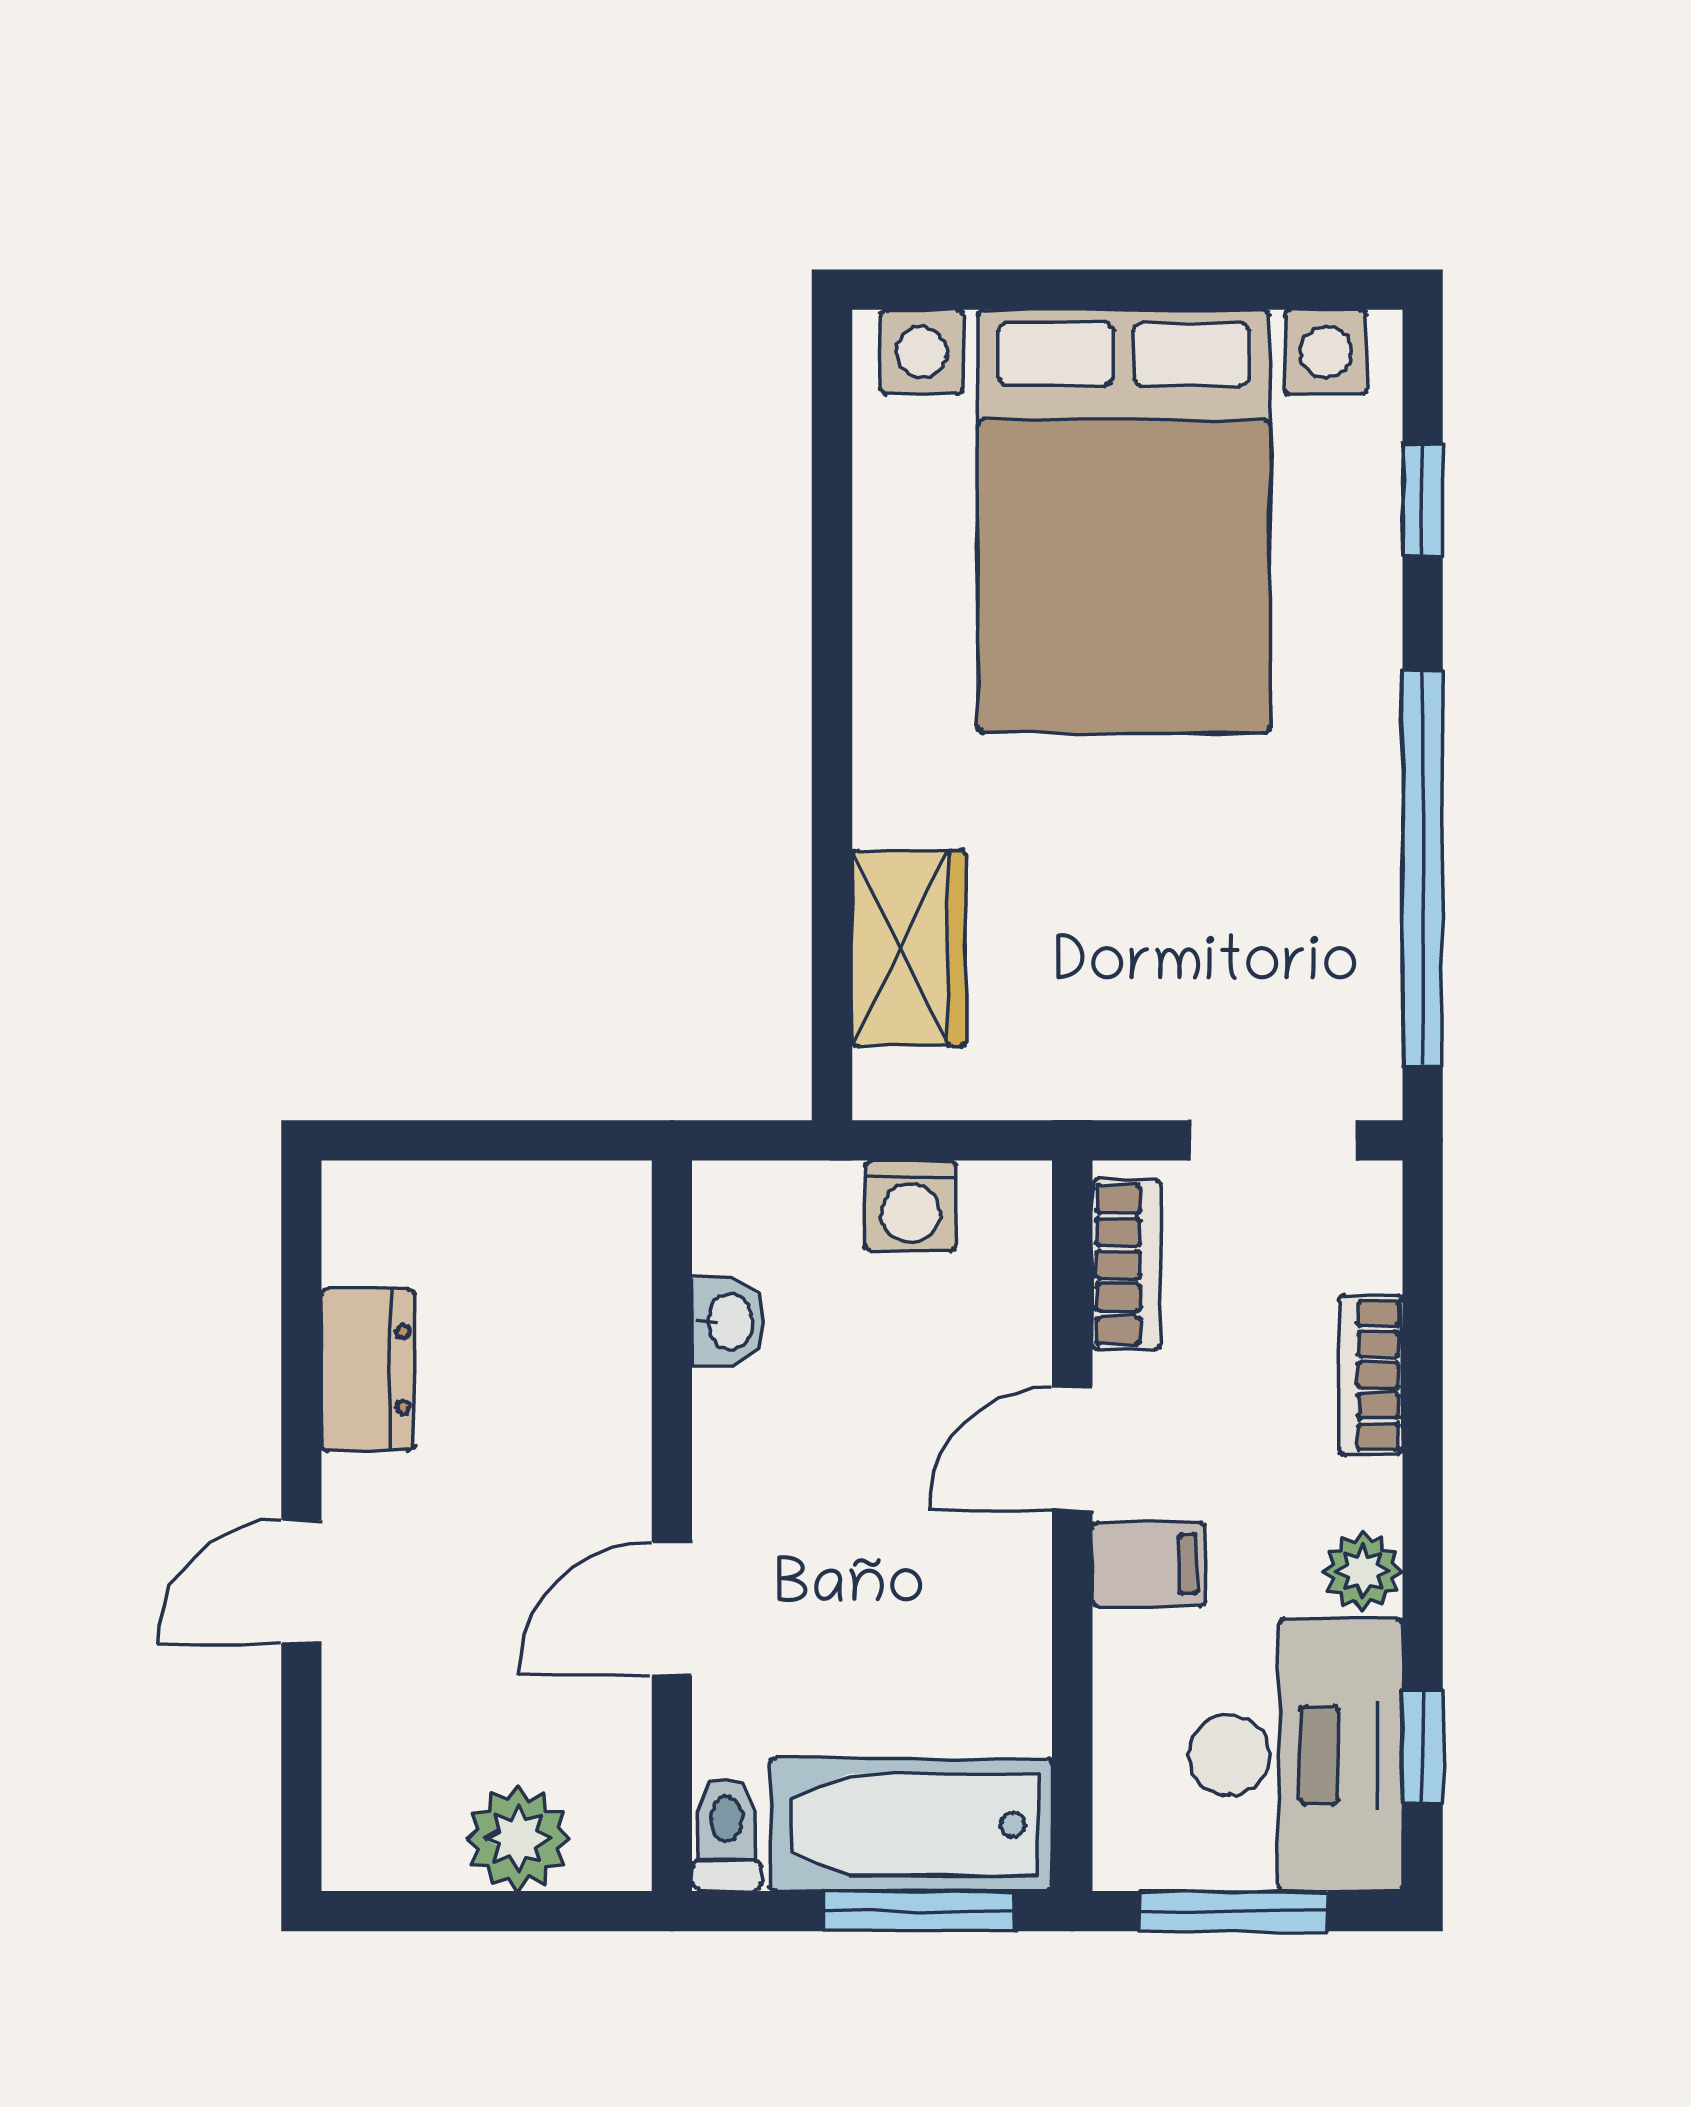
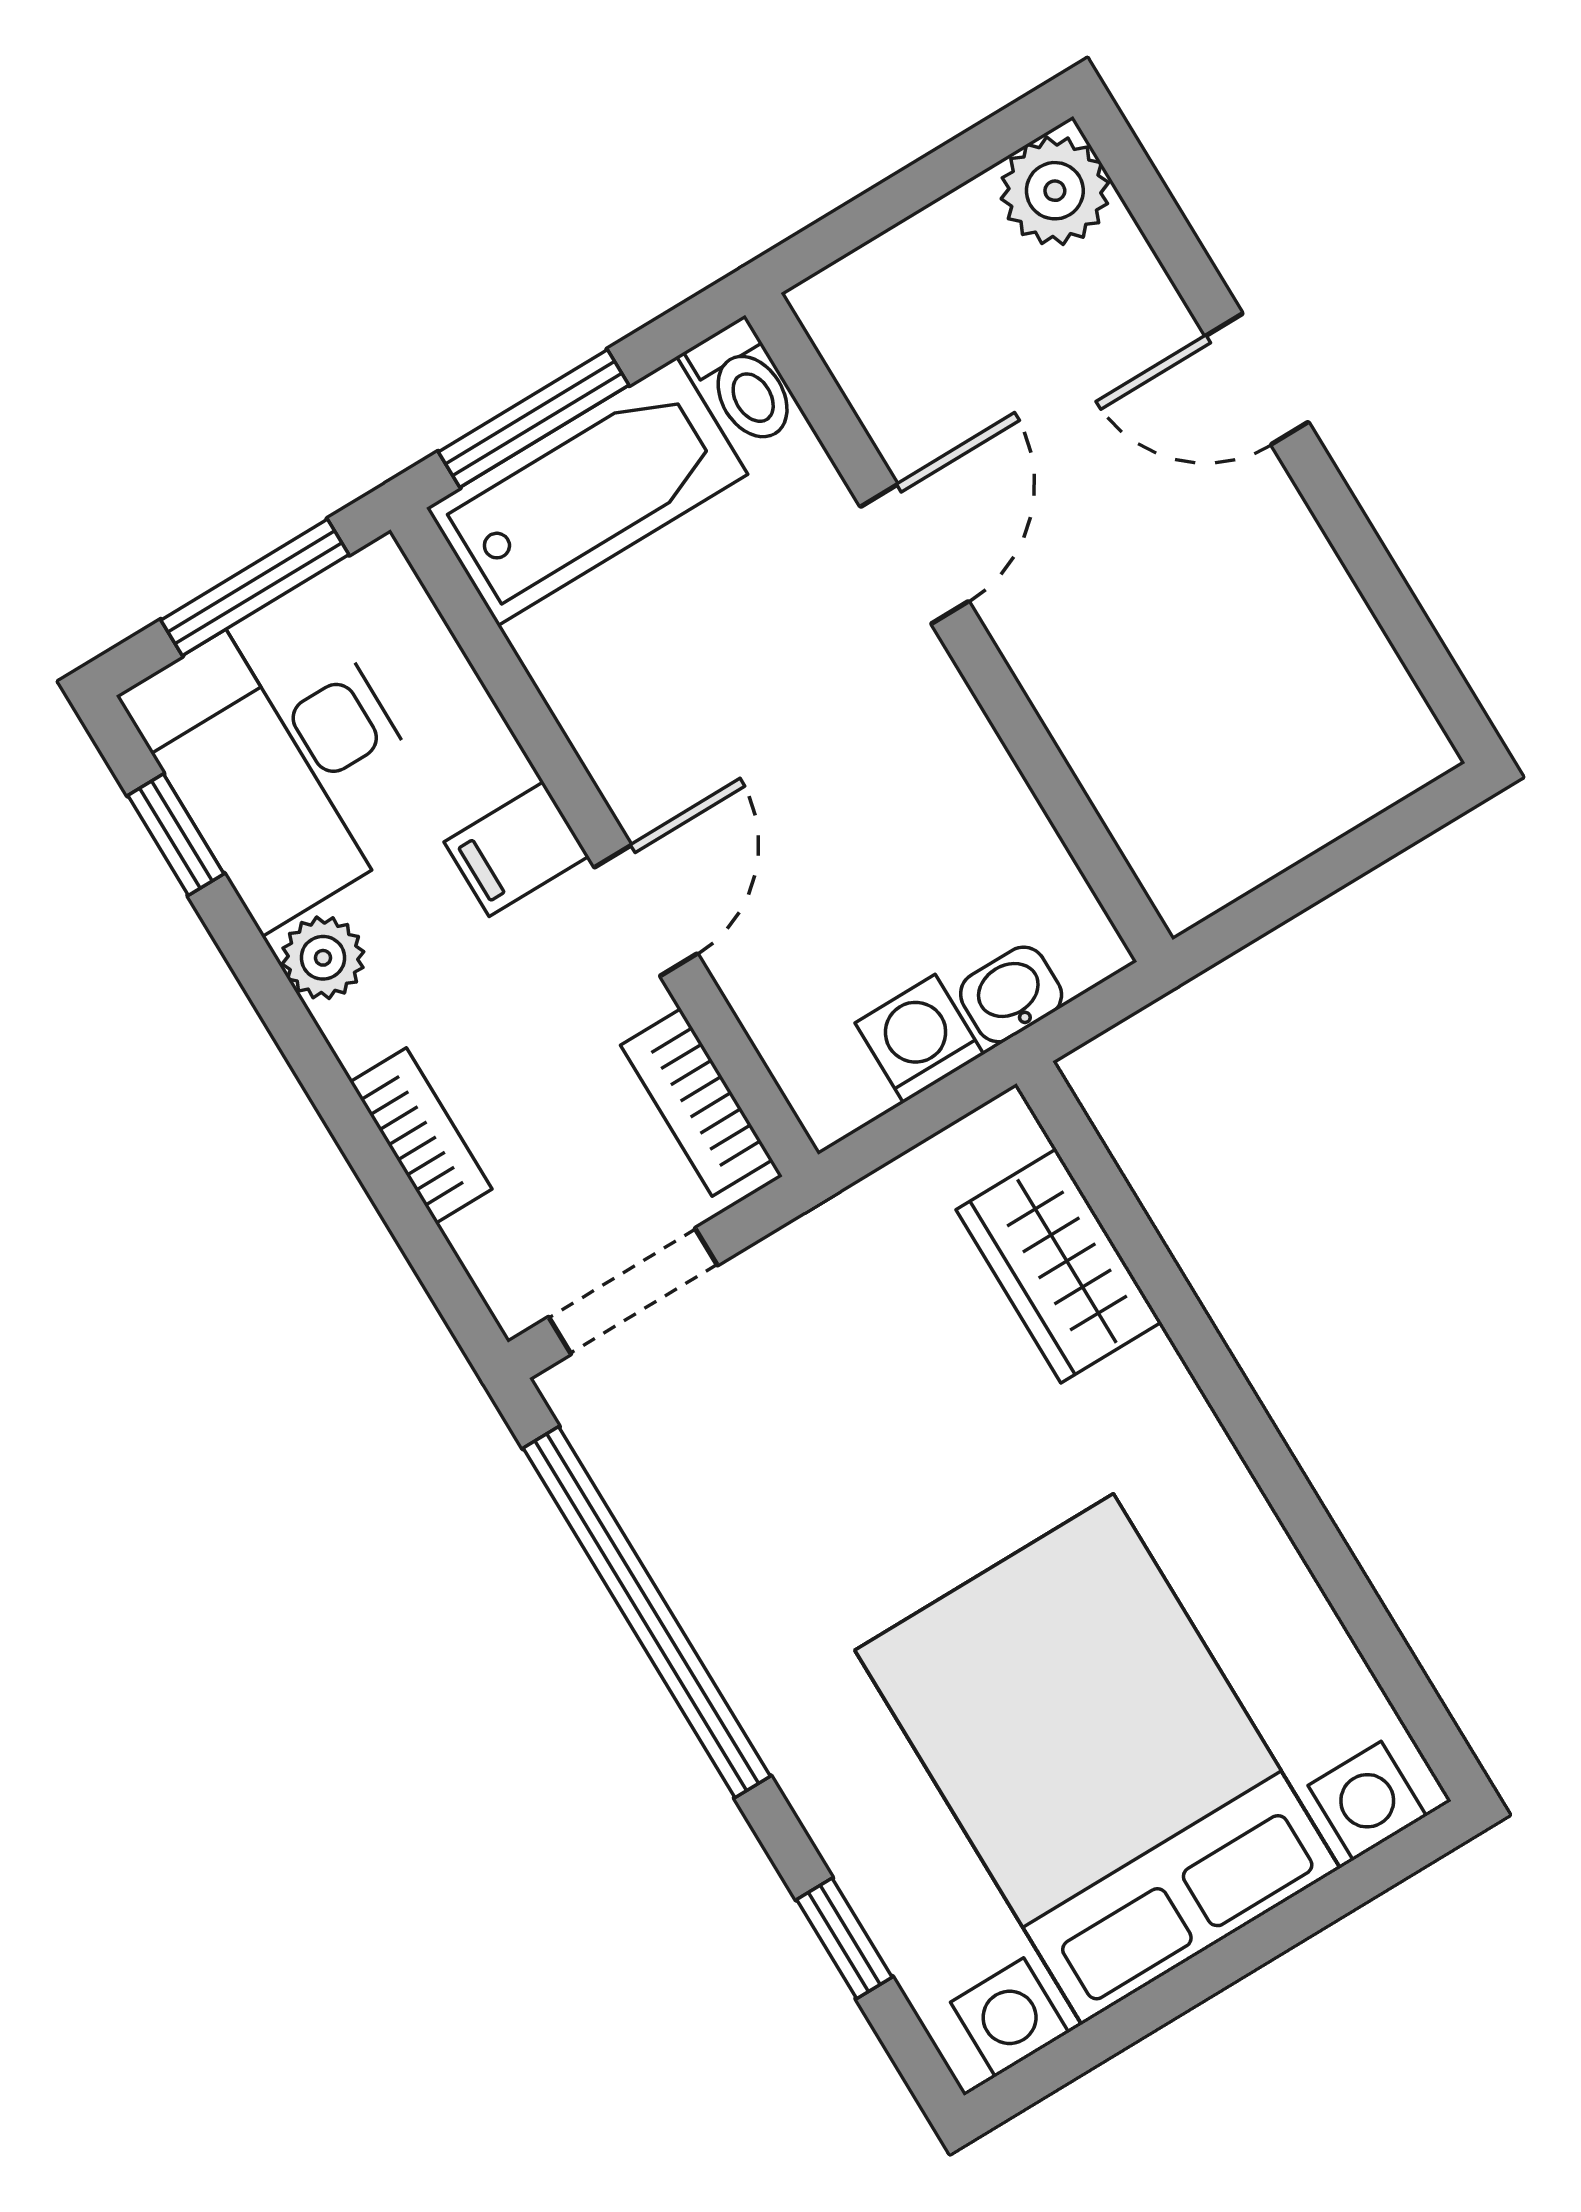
washbasin: (728, 1322) -> (1011, 994), moved, turned 90
dresser: (367, 1370) -> (1312, 602), removed
door: (301, 1582) -> (1257, 379), swing flipped
plant: (518, 1839) -> (1055, 191), moved

